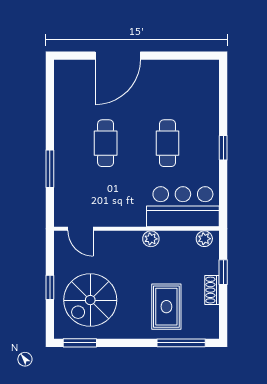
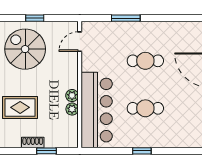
bar counter: (183, 207) -> (97, 110), width x1.36
plant: (204, 239) -> (72, 109), moved

